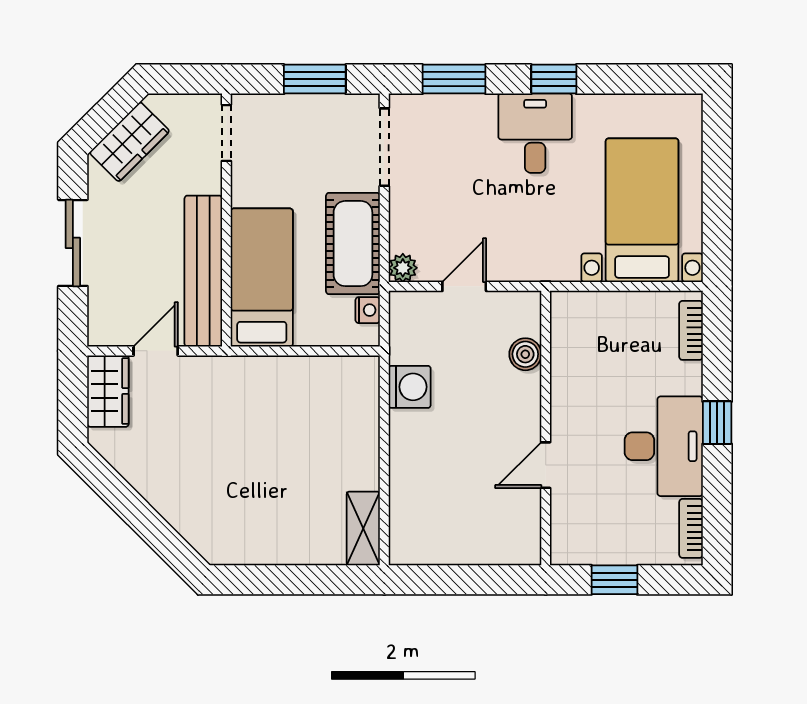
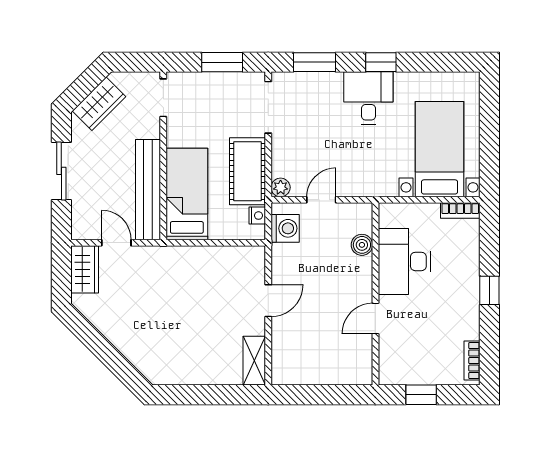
bookcase: (691, 330) -> (460, 210), moved, turned -90
door: (156, 351) -> (116, 243), hinge flipped
washing machine: (410, 387) -> (285, 228), moved
door: (384, 438) -> (268, 301), added
desk: (664, 446) -> (404, 261), moved, turned 180

